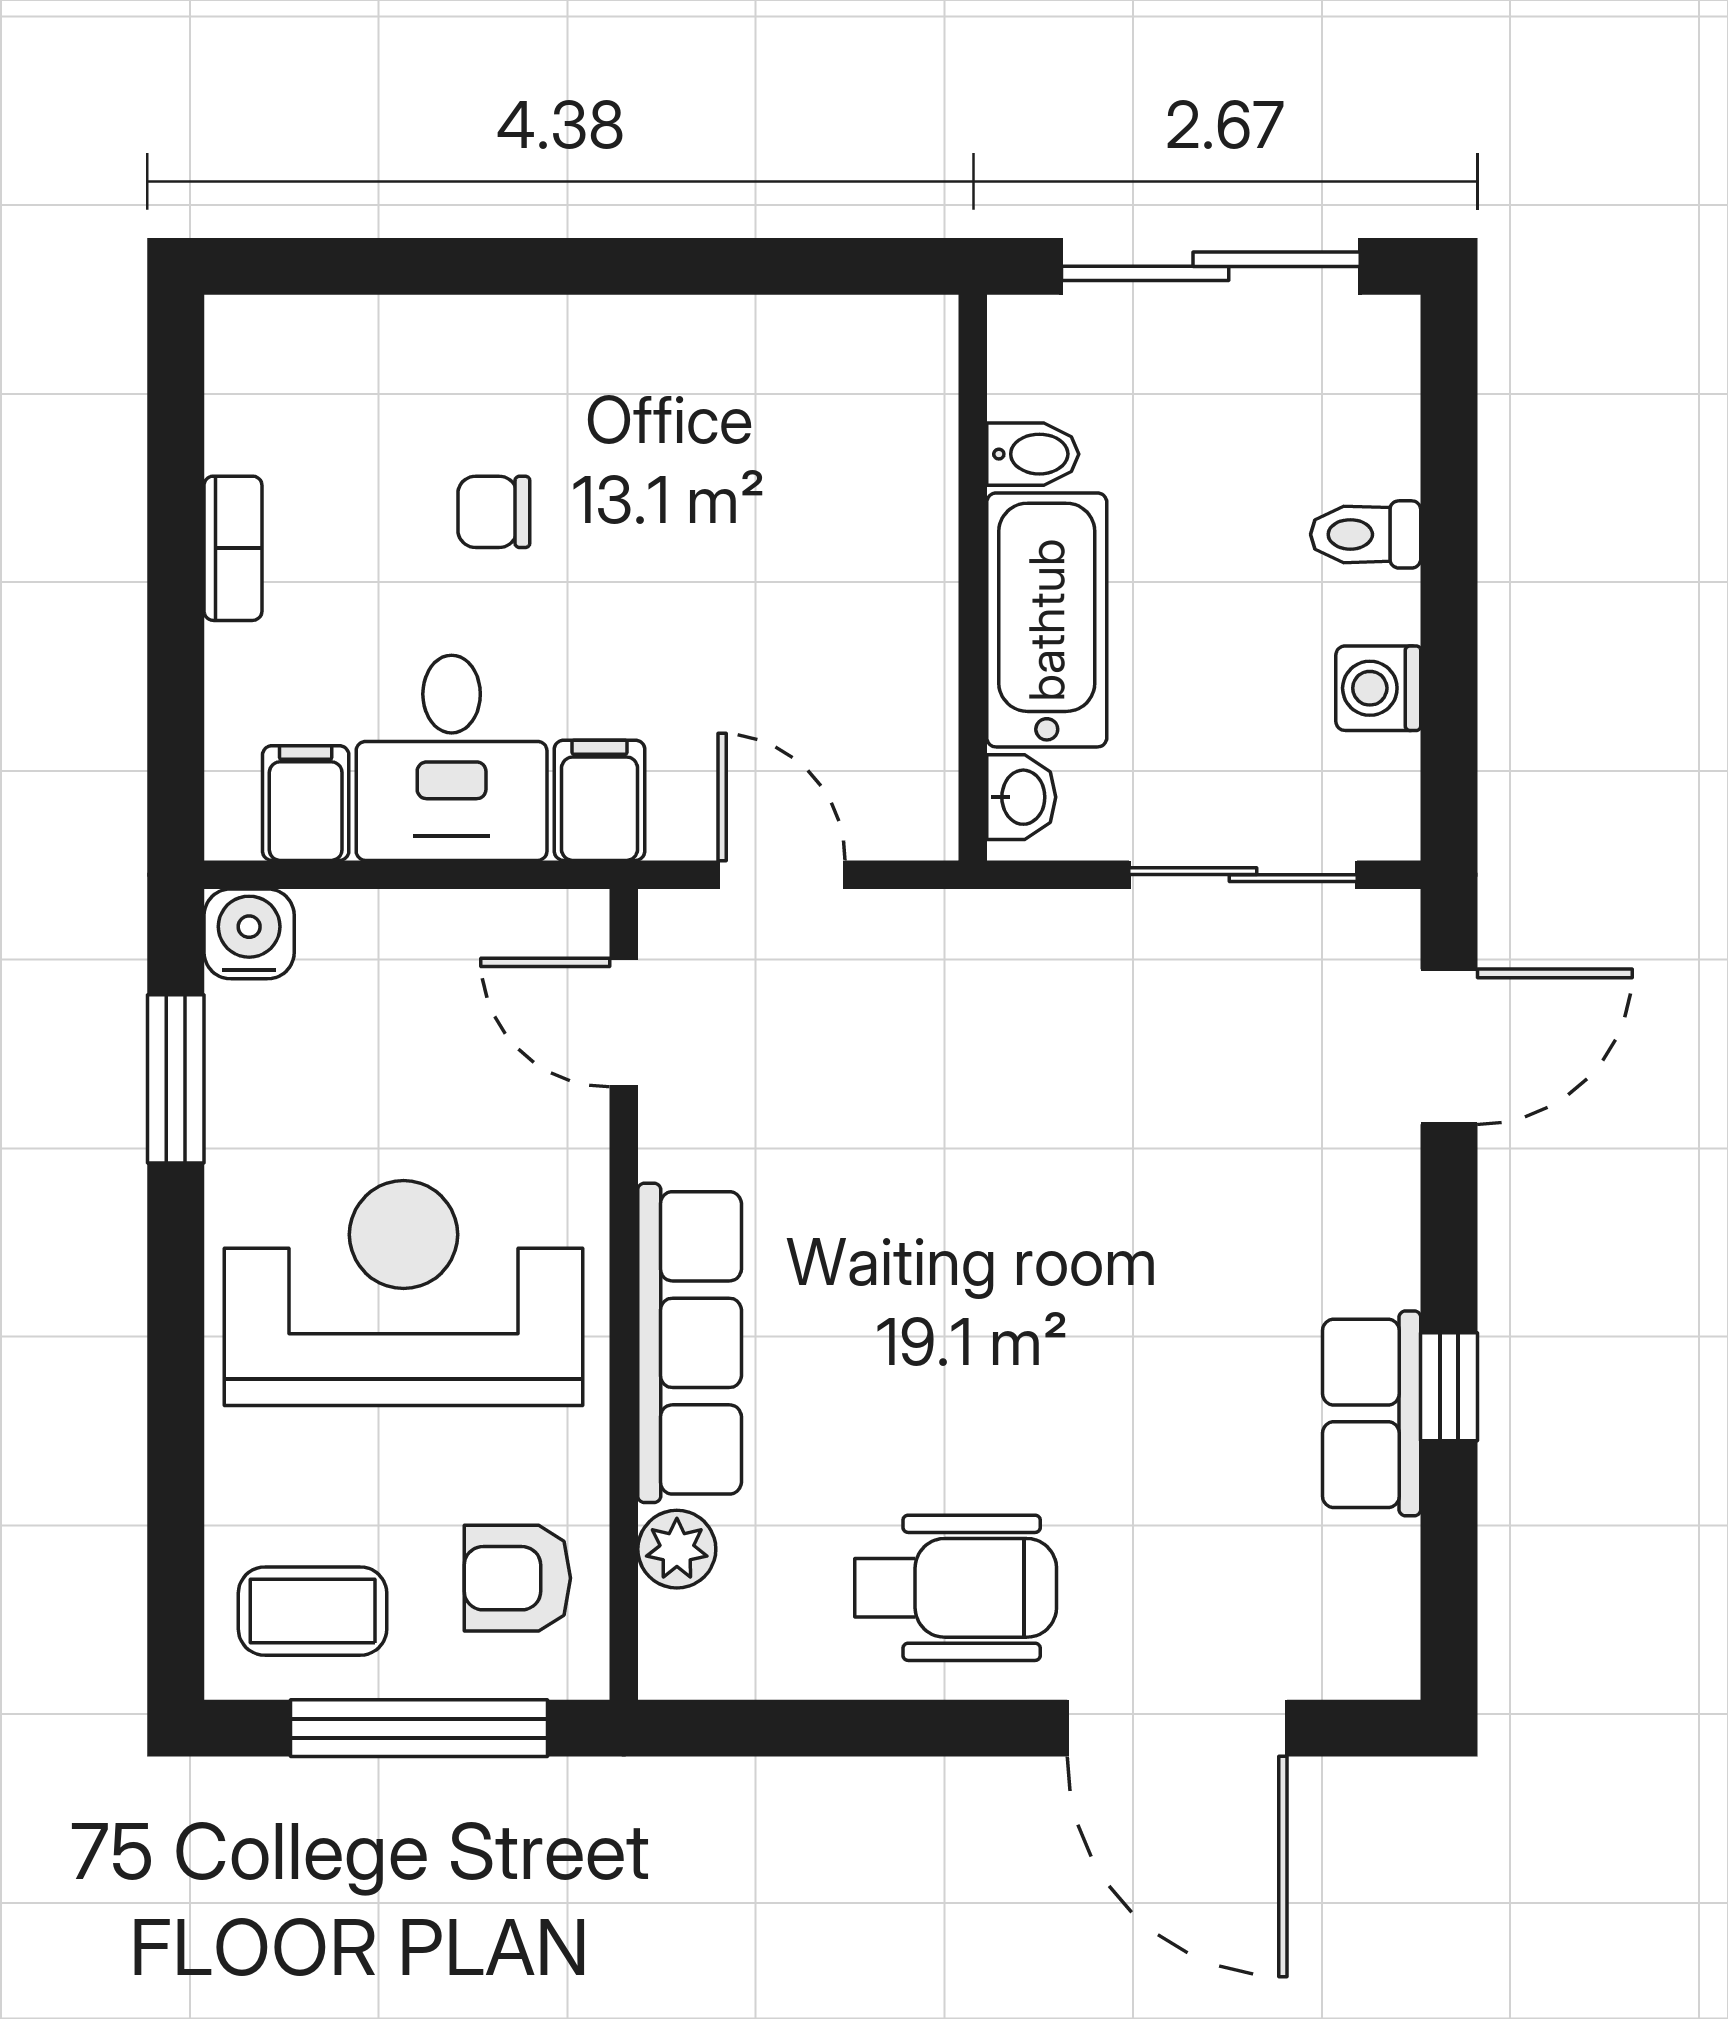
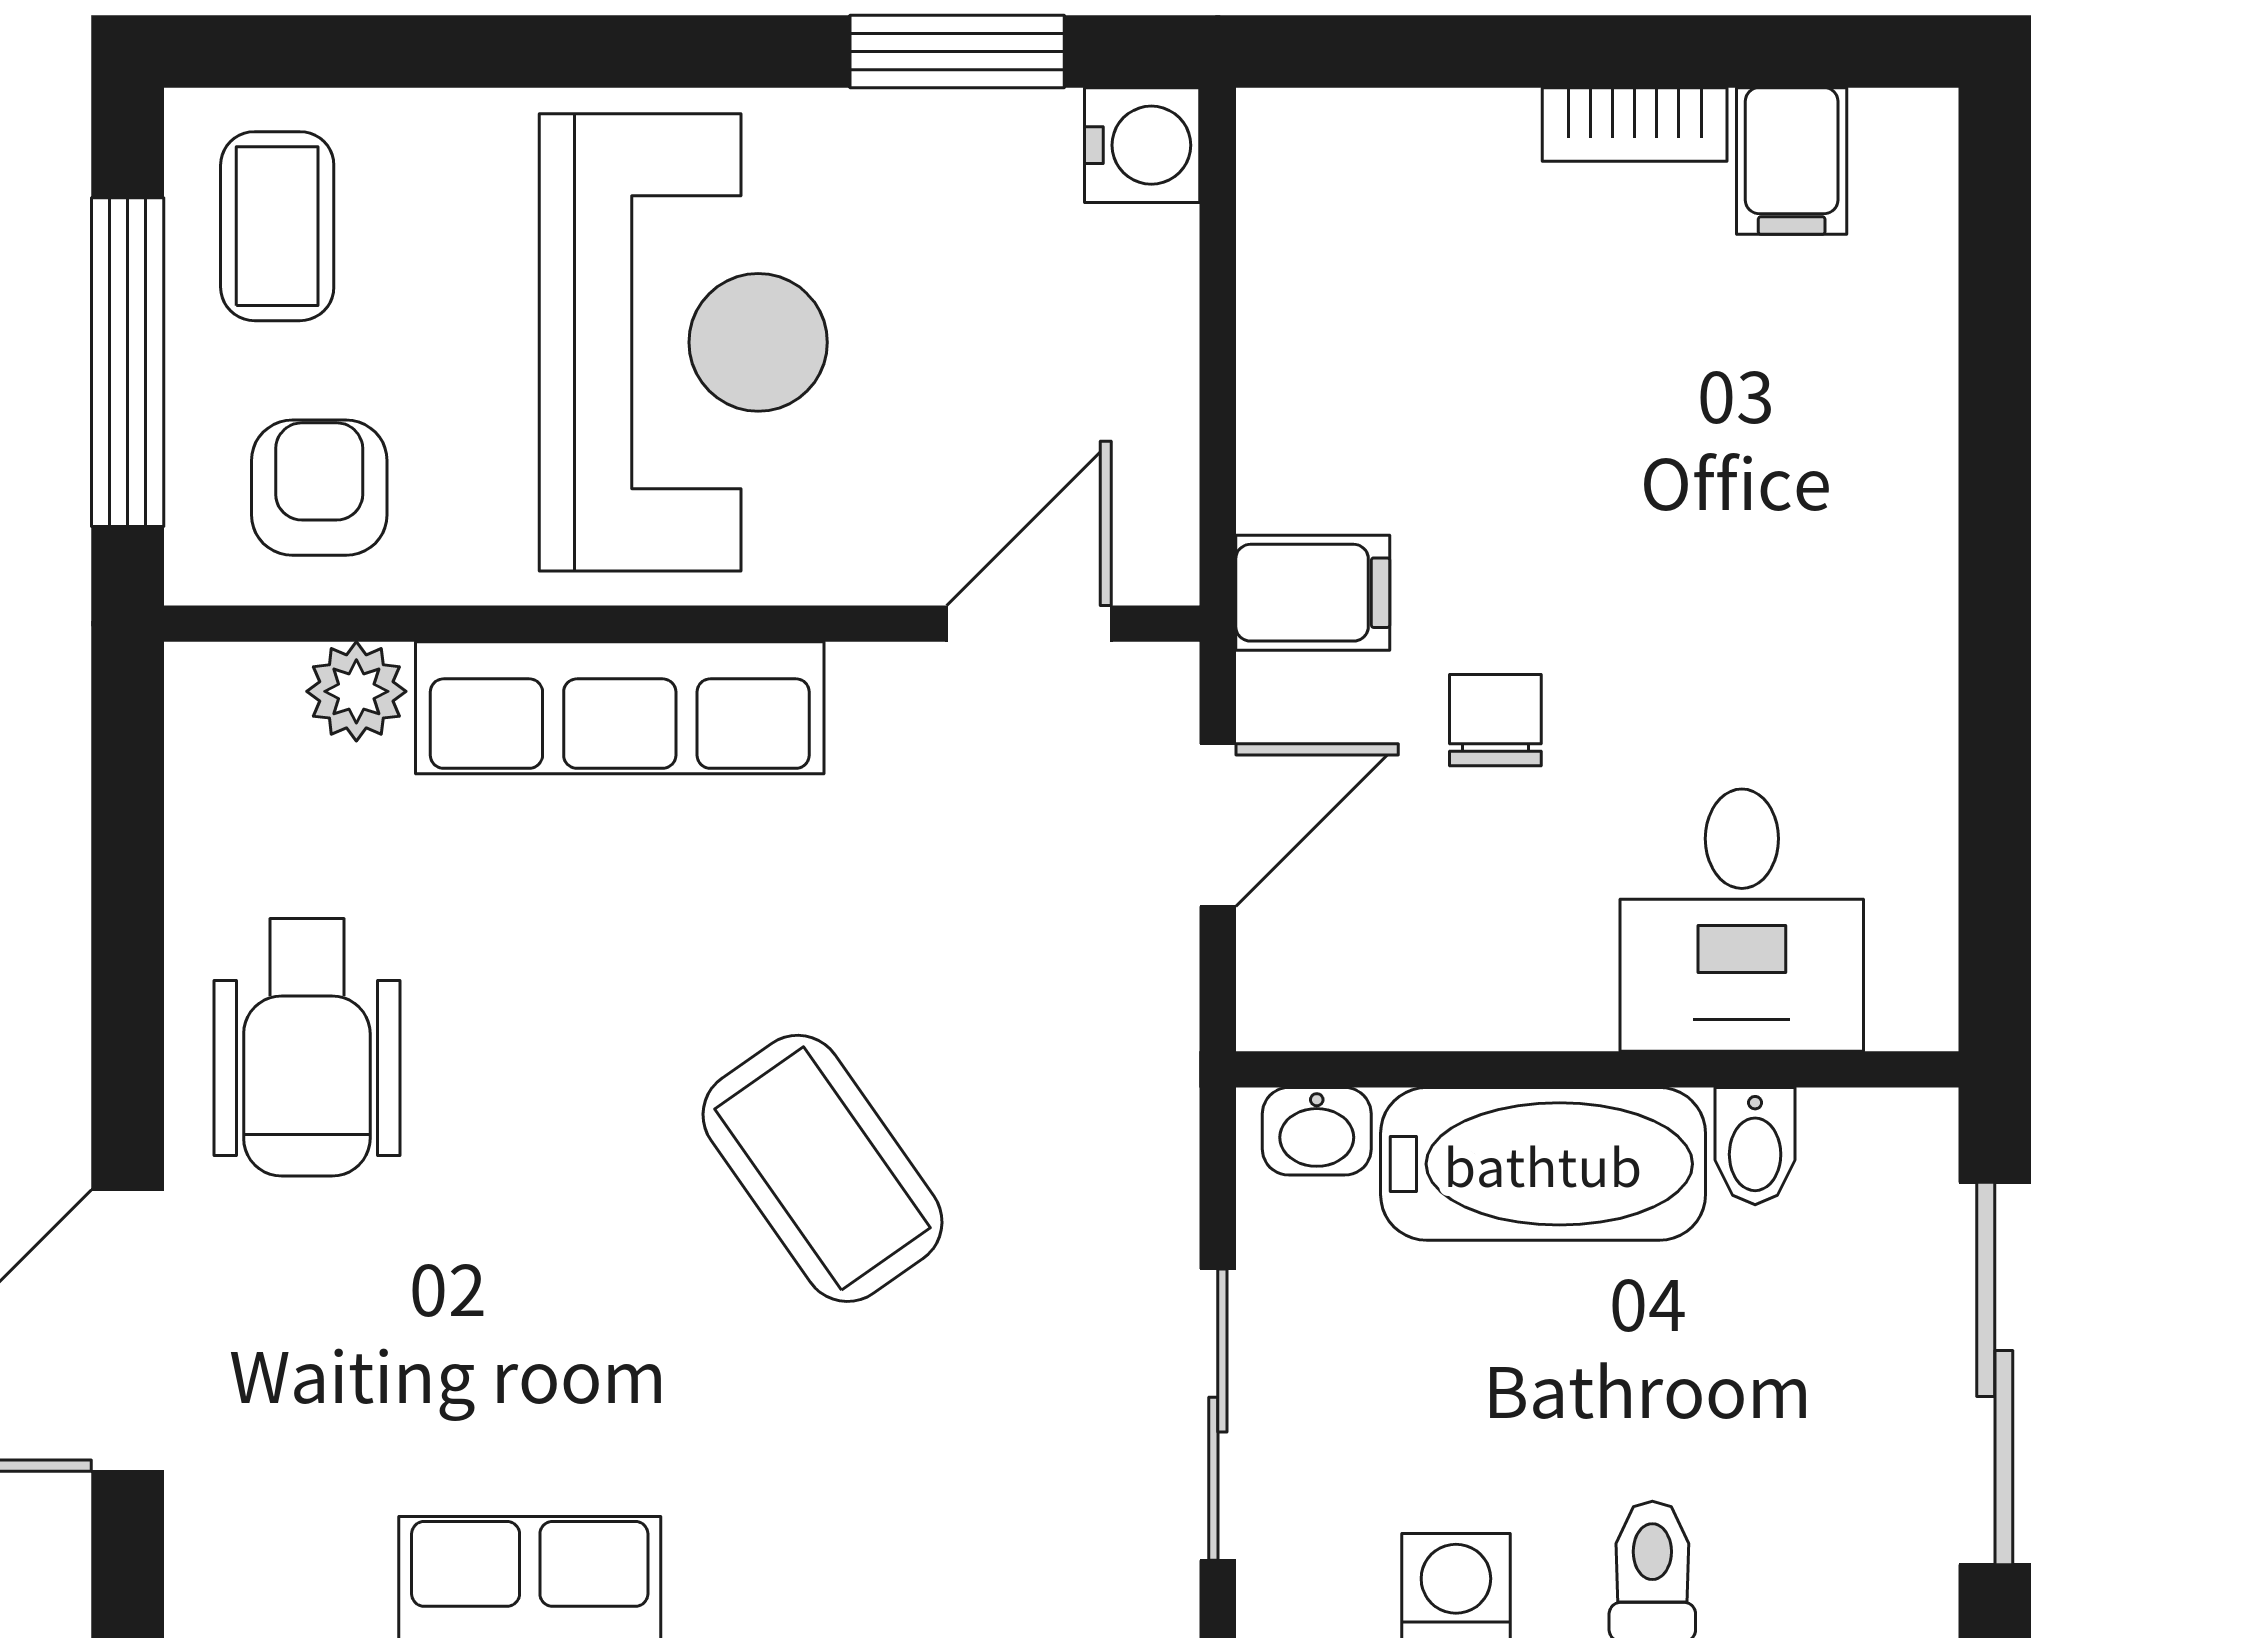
chair: (494, 512) -> (1495, 720), moved
desk: (452, 758) -> (1742, 920), moved, turned -90
filing cabinet: (306, 803) -> (1792, 161), moved, turned 90
coffee table: (1050, 1184) -> (823, 1168), added

